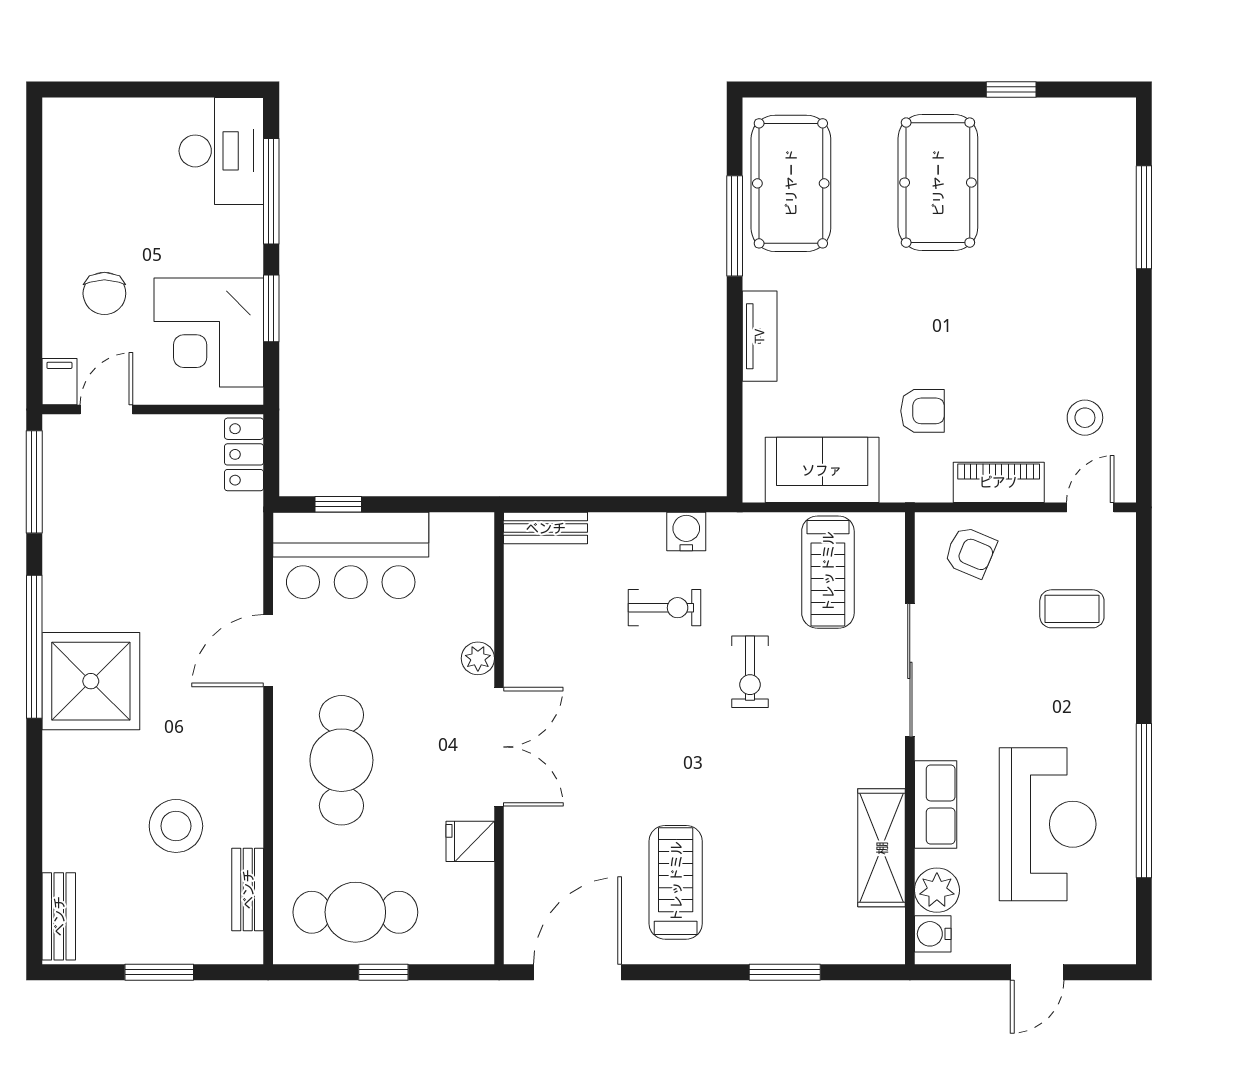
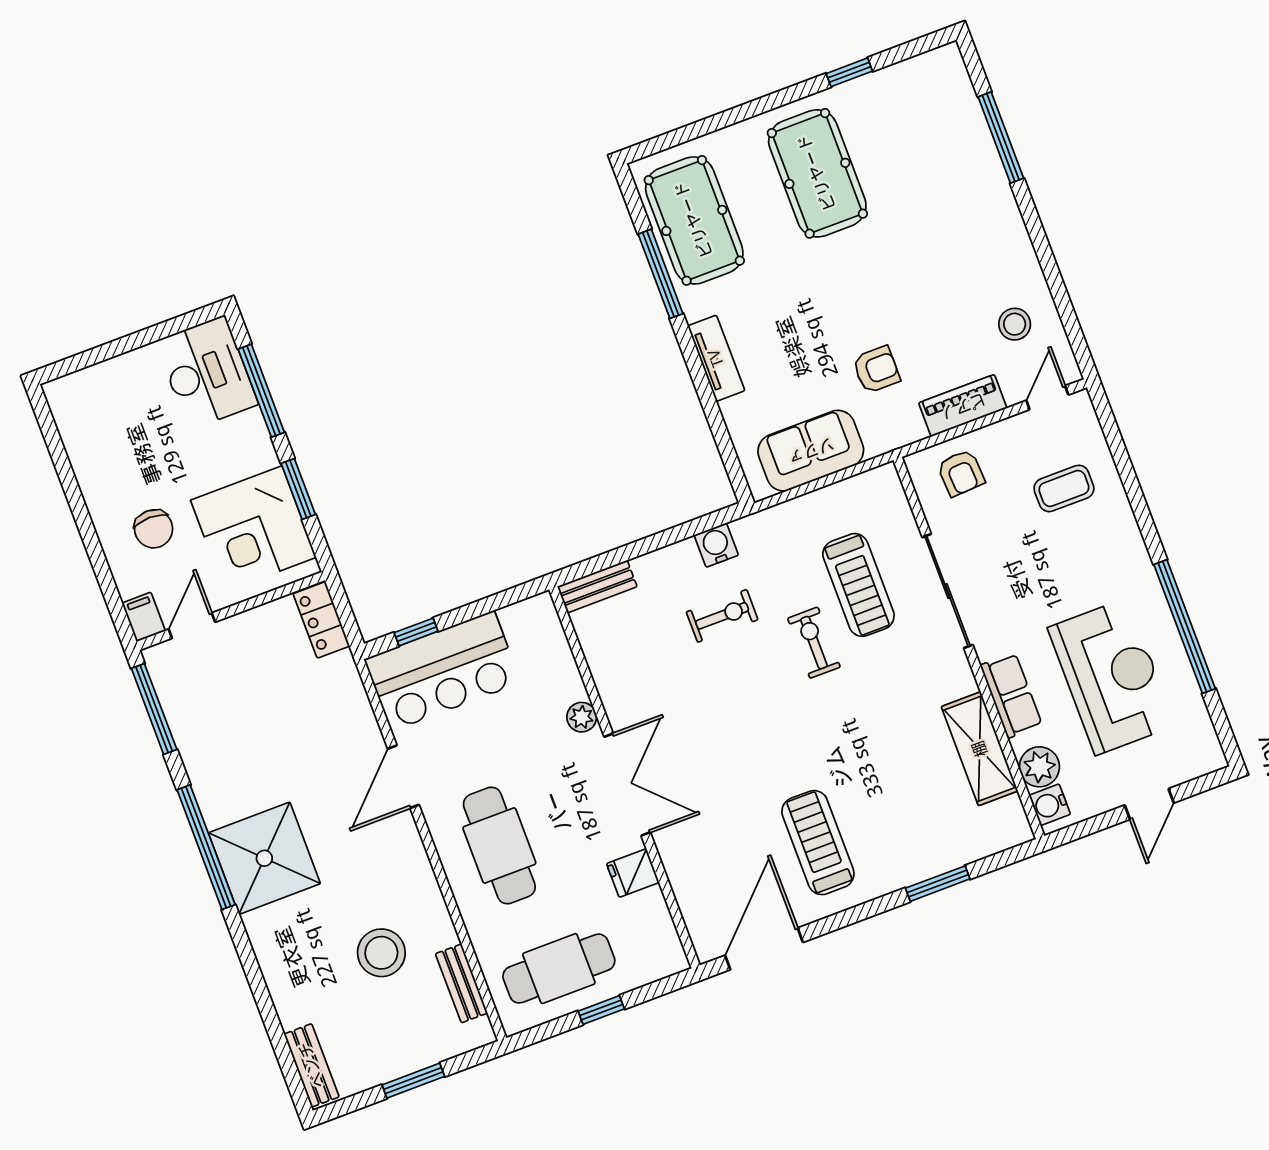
armchair: (970, 552) -> (961, 473), turned 64
treadmill: (828, 572) -> (858, 585), moved
exercise bike: (750, 672) -> (814, 643), turned 180

